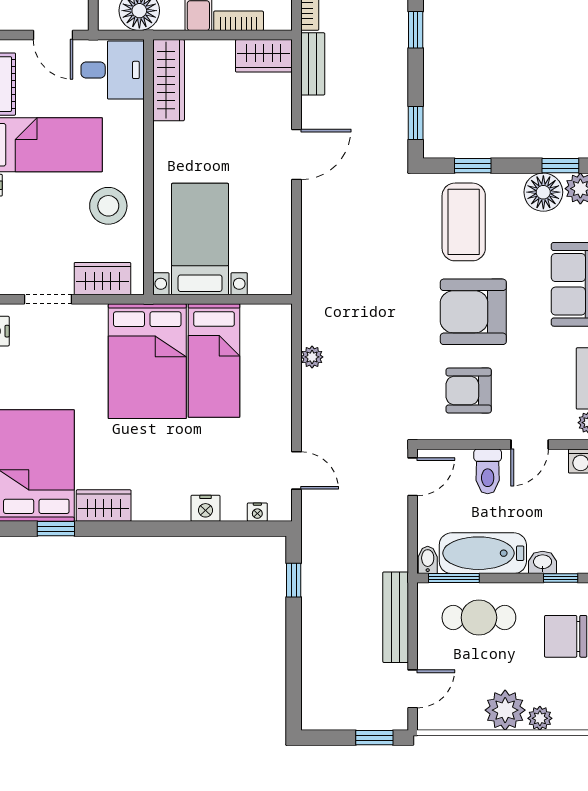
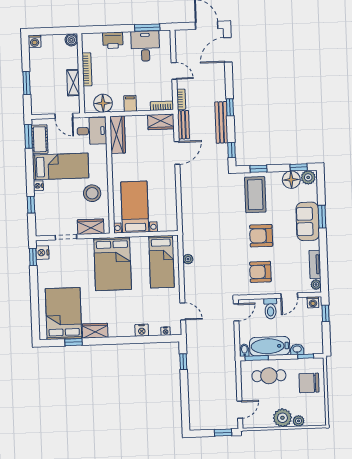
bookcase: (239, 21) -> (162, 106), moved
door: (297, 154) -> (177, 153), moved
armchair: (473, 312) -> (261, 236), width x0.73, depth x0.73
bed: (214, 361) -> (161, 262), moved
bench: (396, 617) -> (221, 122), moved

